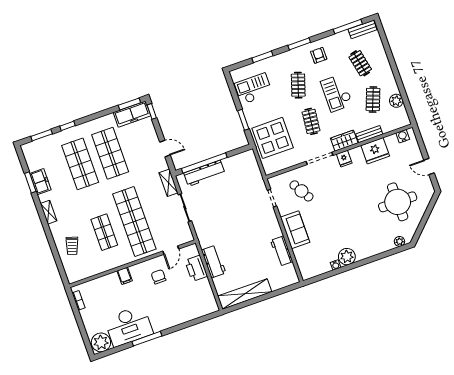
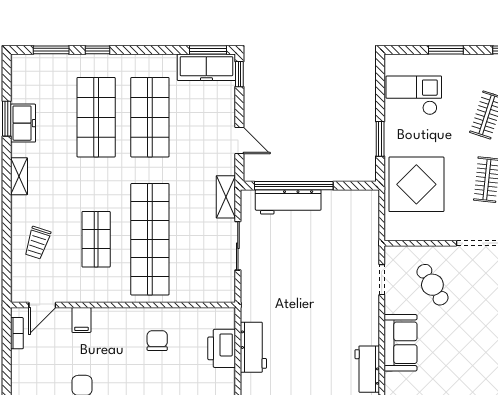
door: (171, 250) -> (42, 305), moved
filing cabinet: (125, 276) -> (81, 320), moved

